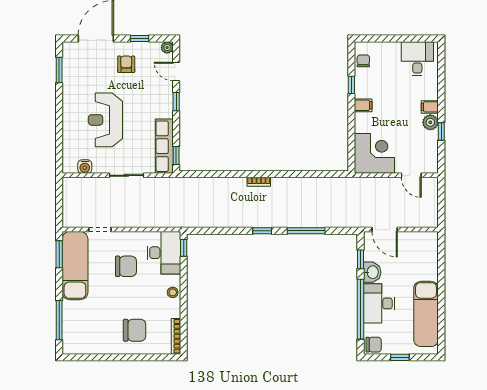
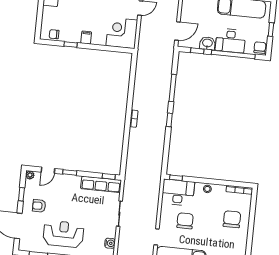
reception desk: (105, 120) -> (63, 234), moved, turned 180

